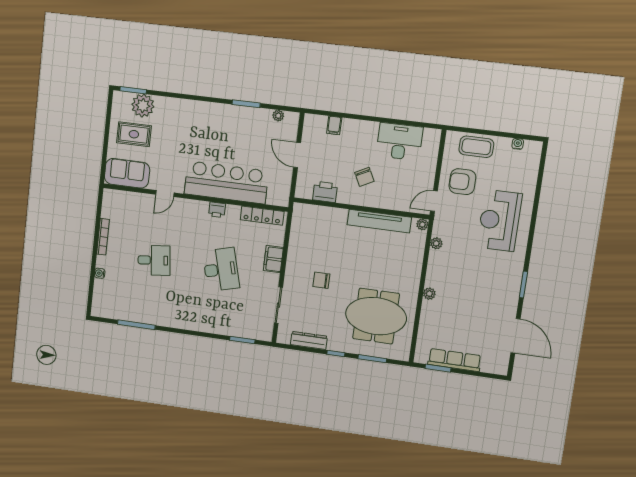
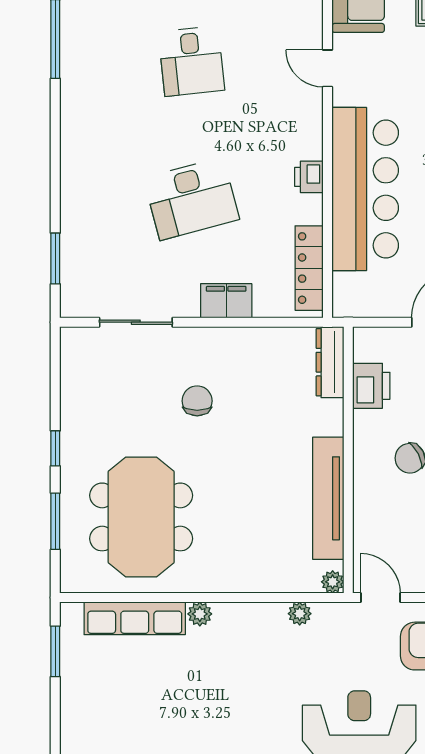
dresser: (309, 340) -> (330, 362), moved, turned 180
row of seats: (454, 360) -> (135, 618), moved, turned 90

